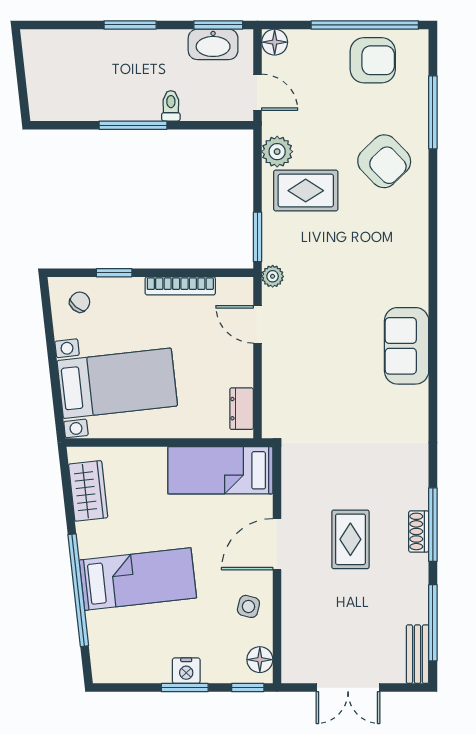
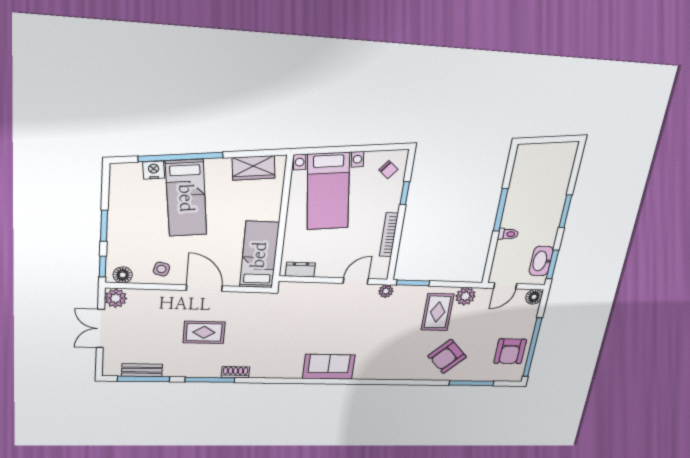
shoe rack: (419, 531) -> (235, 372), moved
bench: (417, 654) -> (142, 370), moved
plant: (297, 668) -> (116, 298), added
nightstand: (186, 671) -> (154, 170), moved, turned 84

